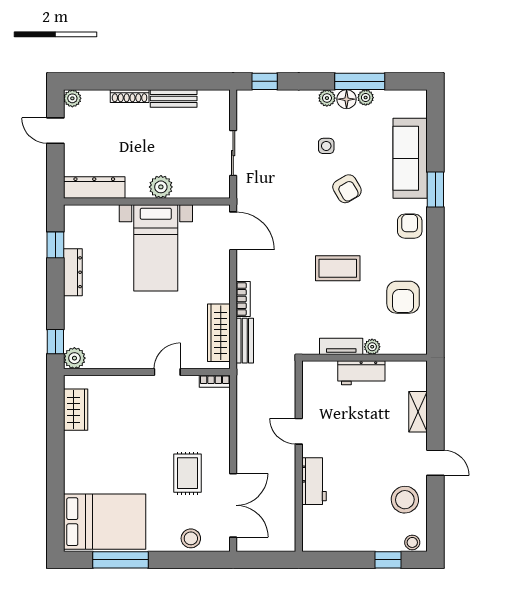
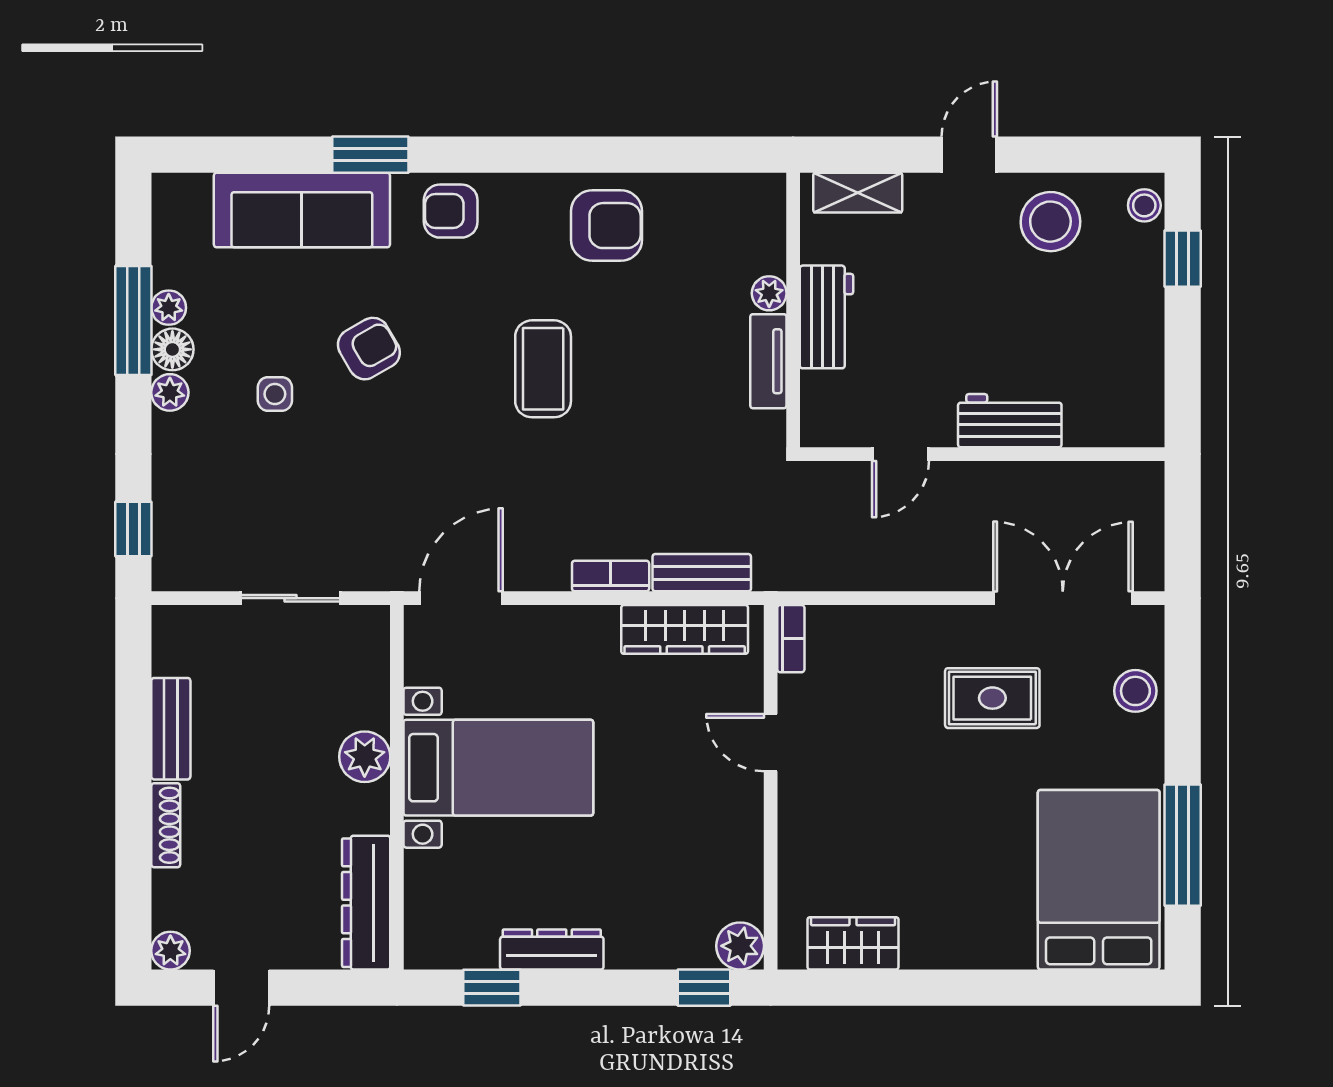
tv unit: (341, 346) -> (768, 361), moved
plant: (372, 347) -> (769, 293), moved
wall: (365, 358) -> (793, 310), moved
workbench: (361, 373) -> (826, 317), moved

